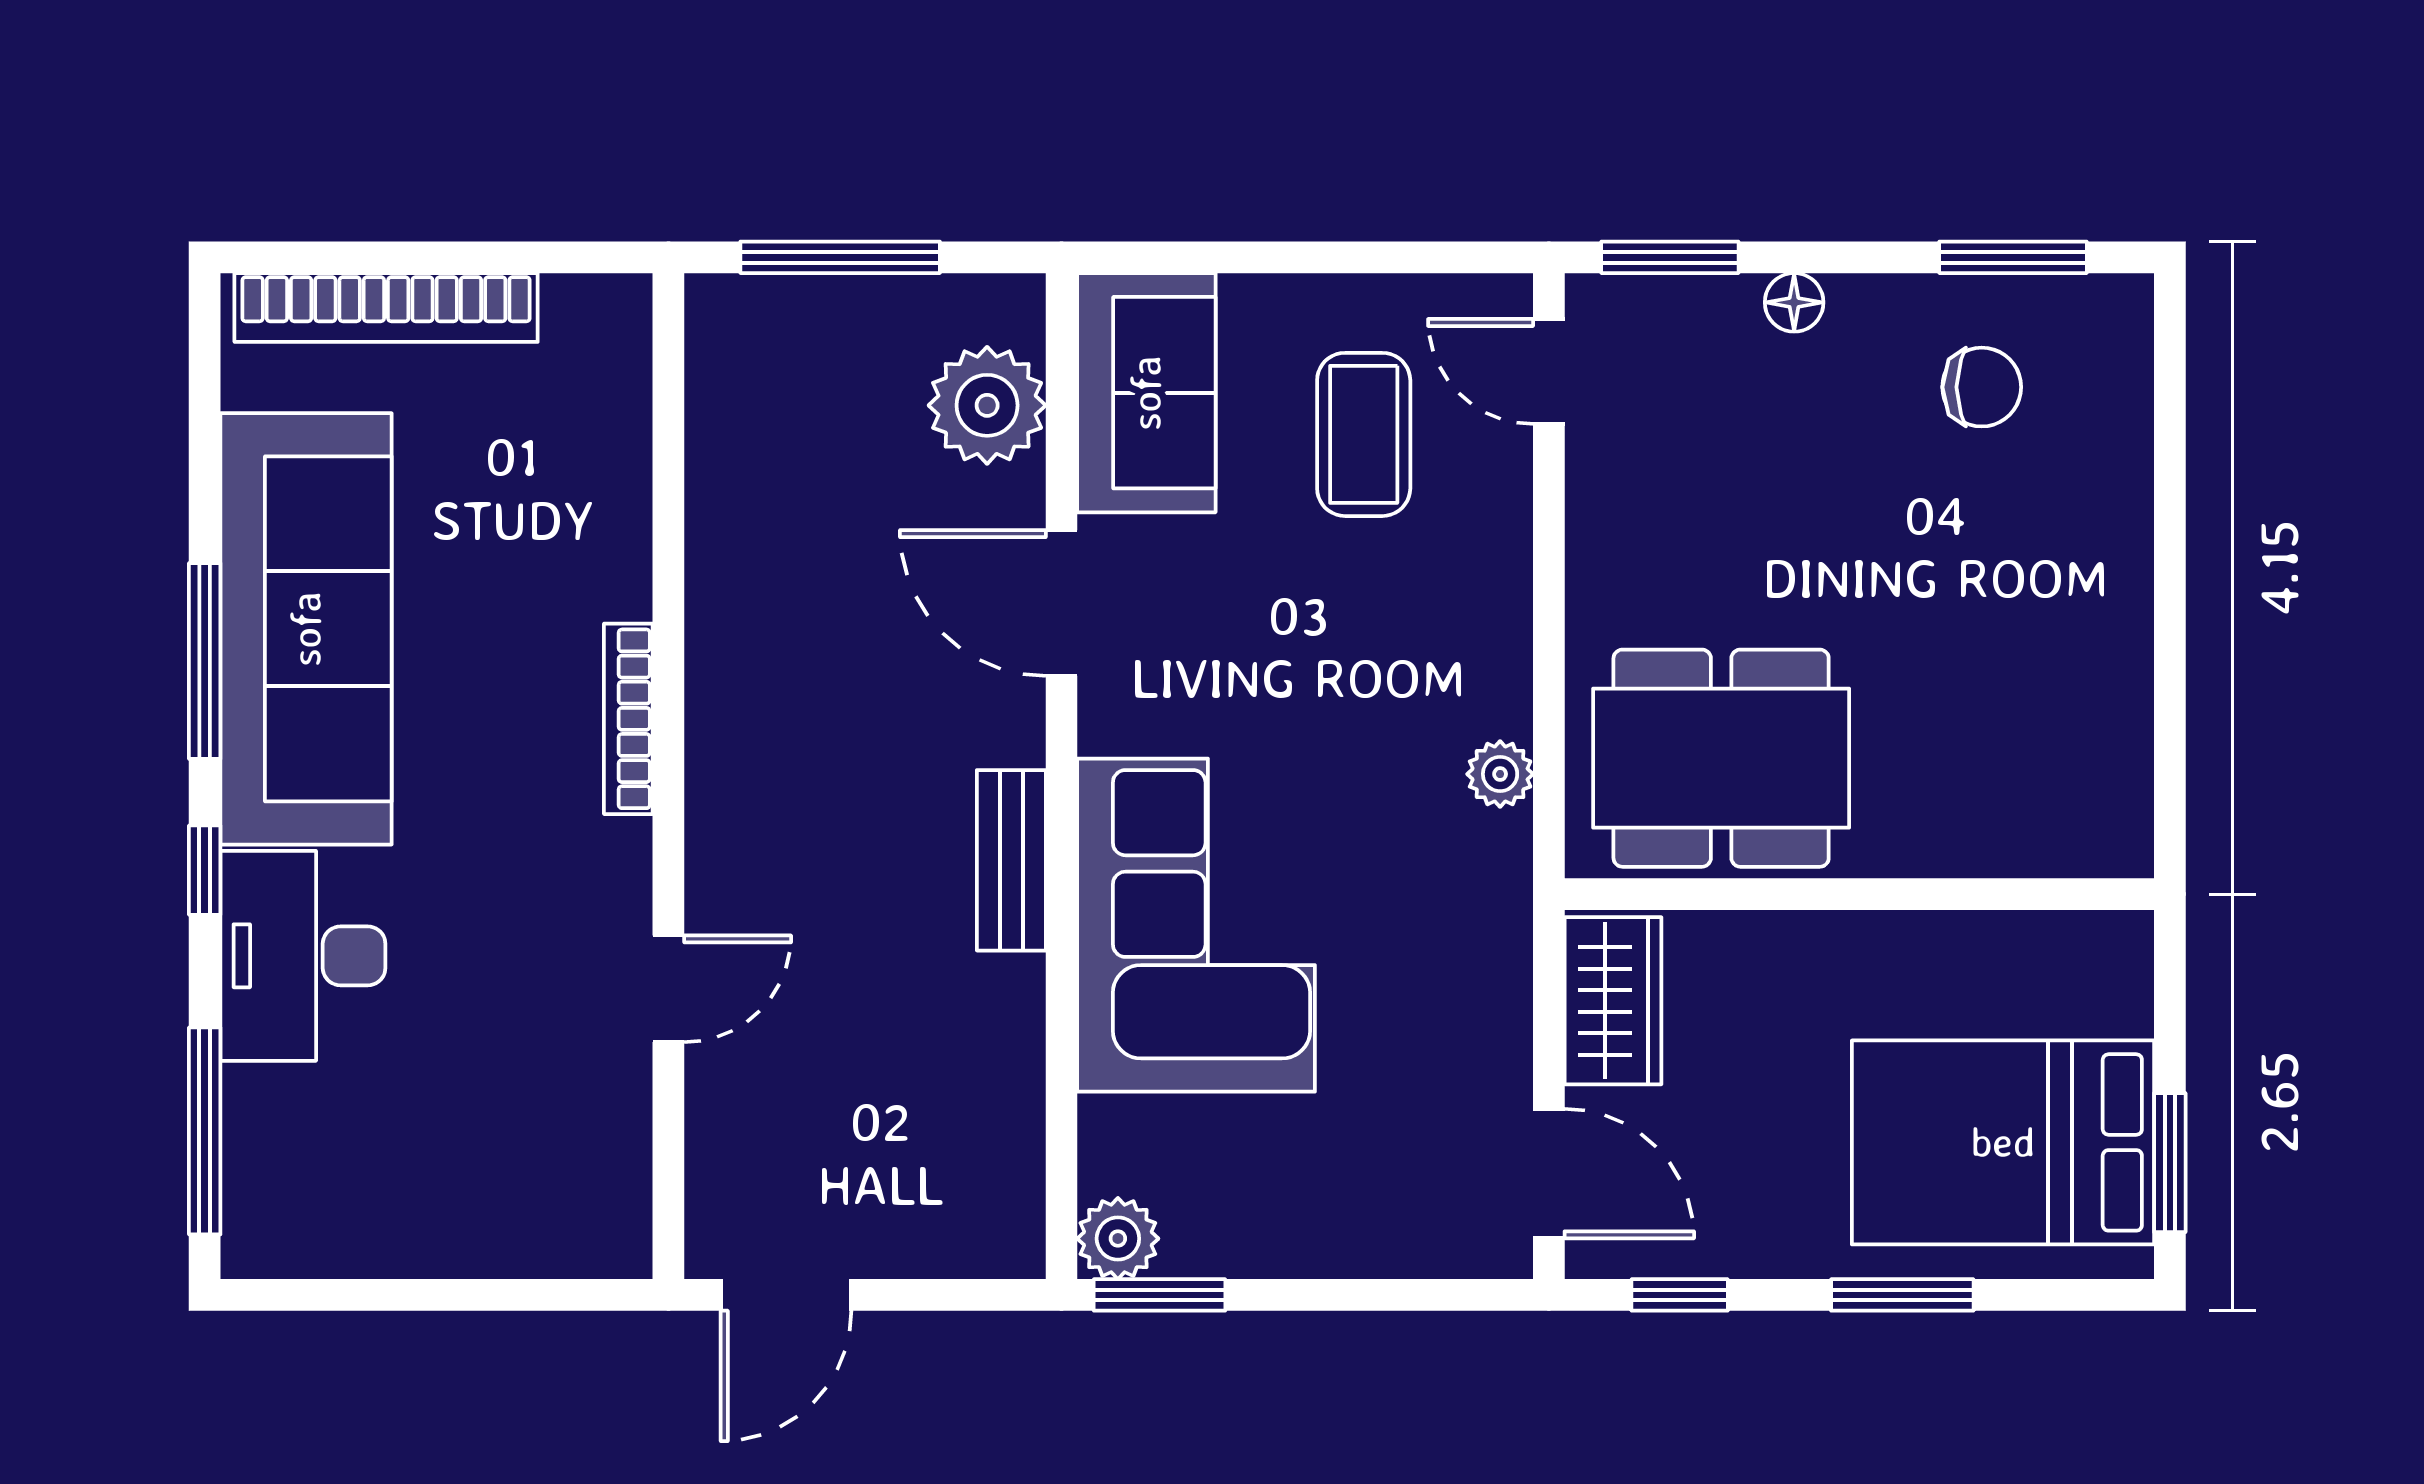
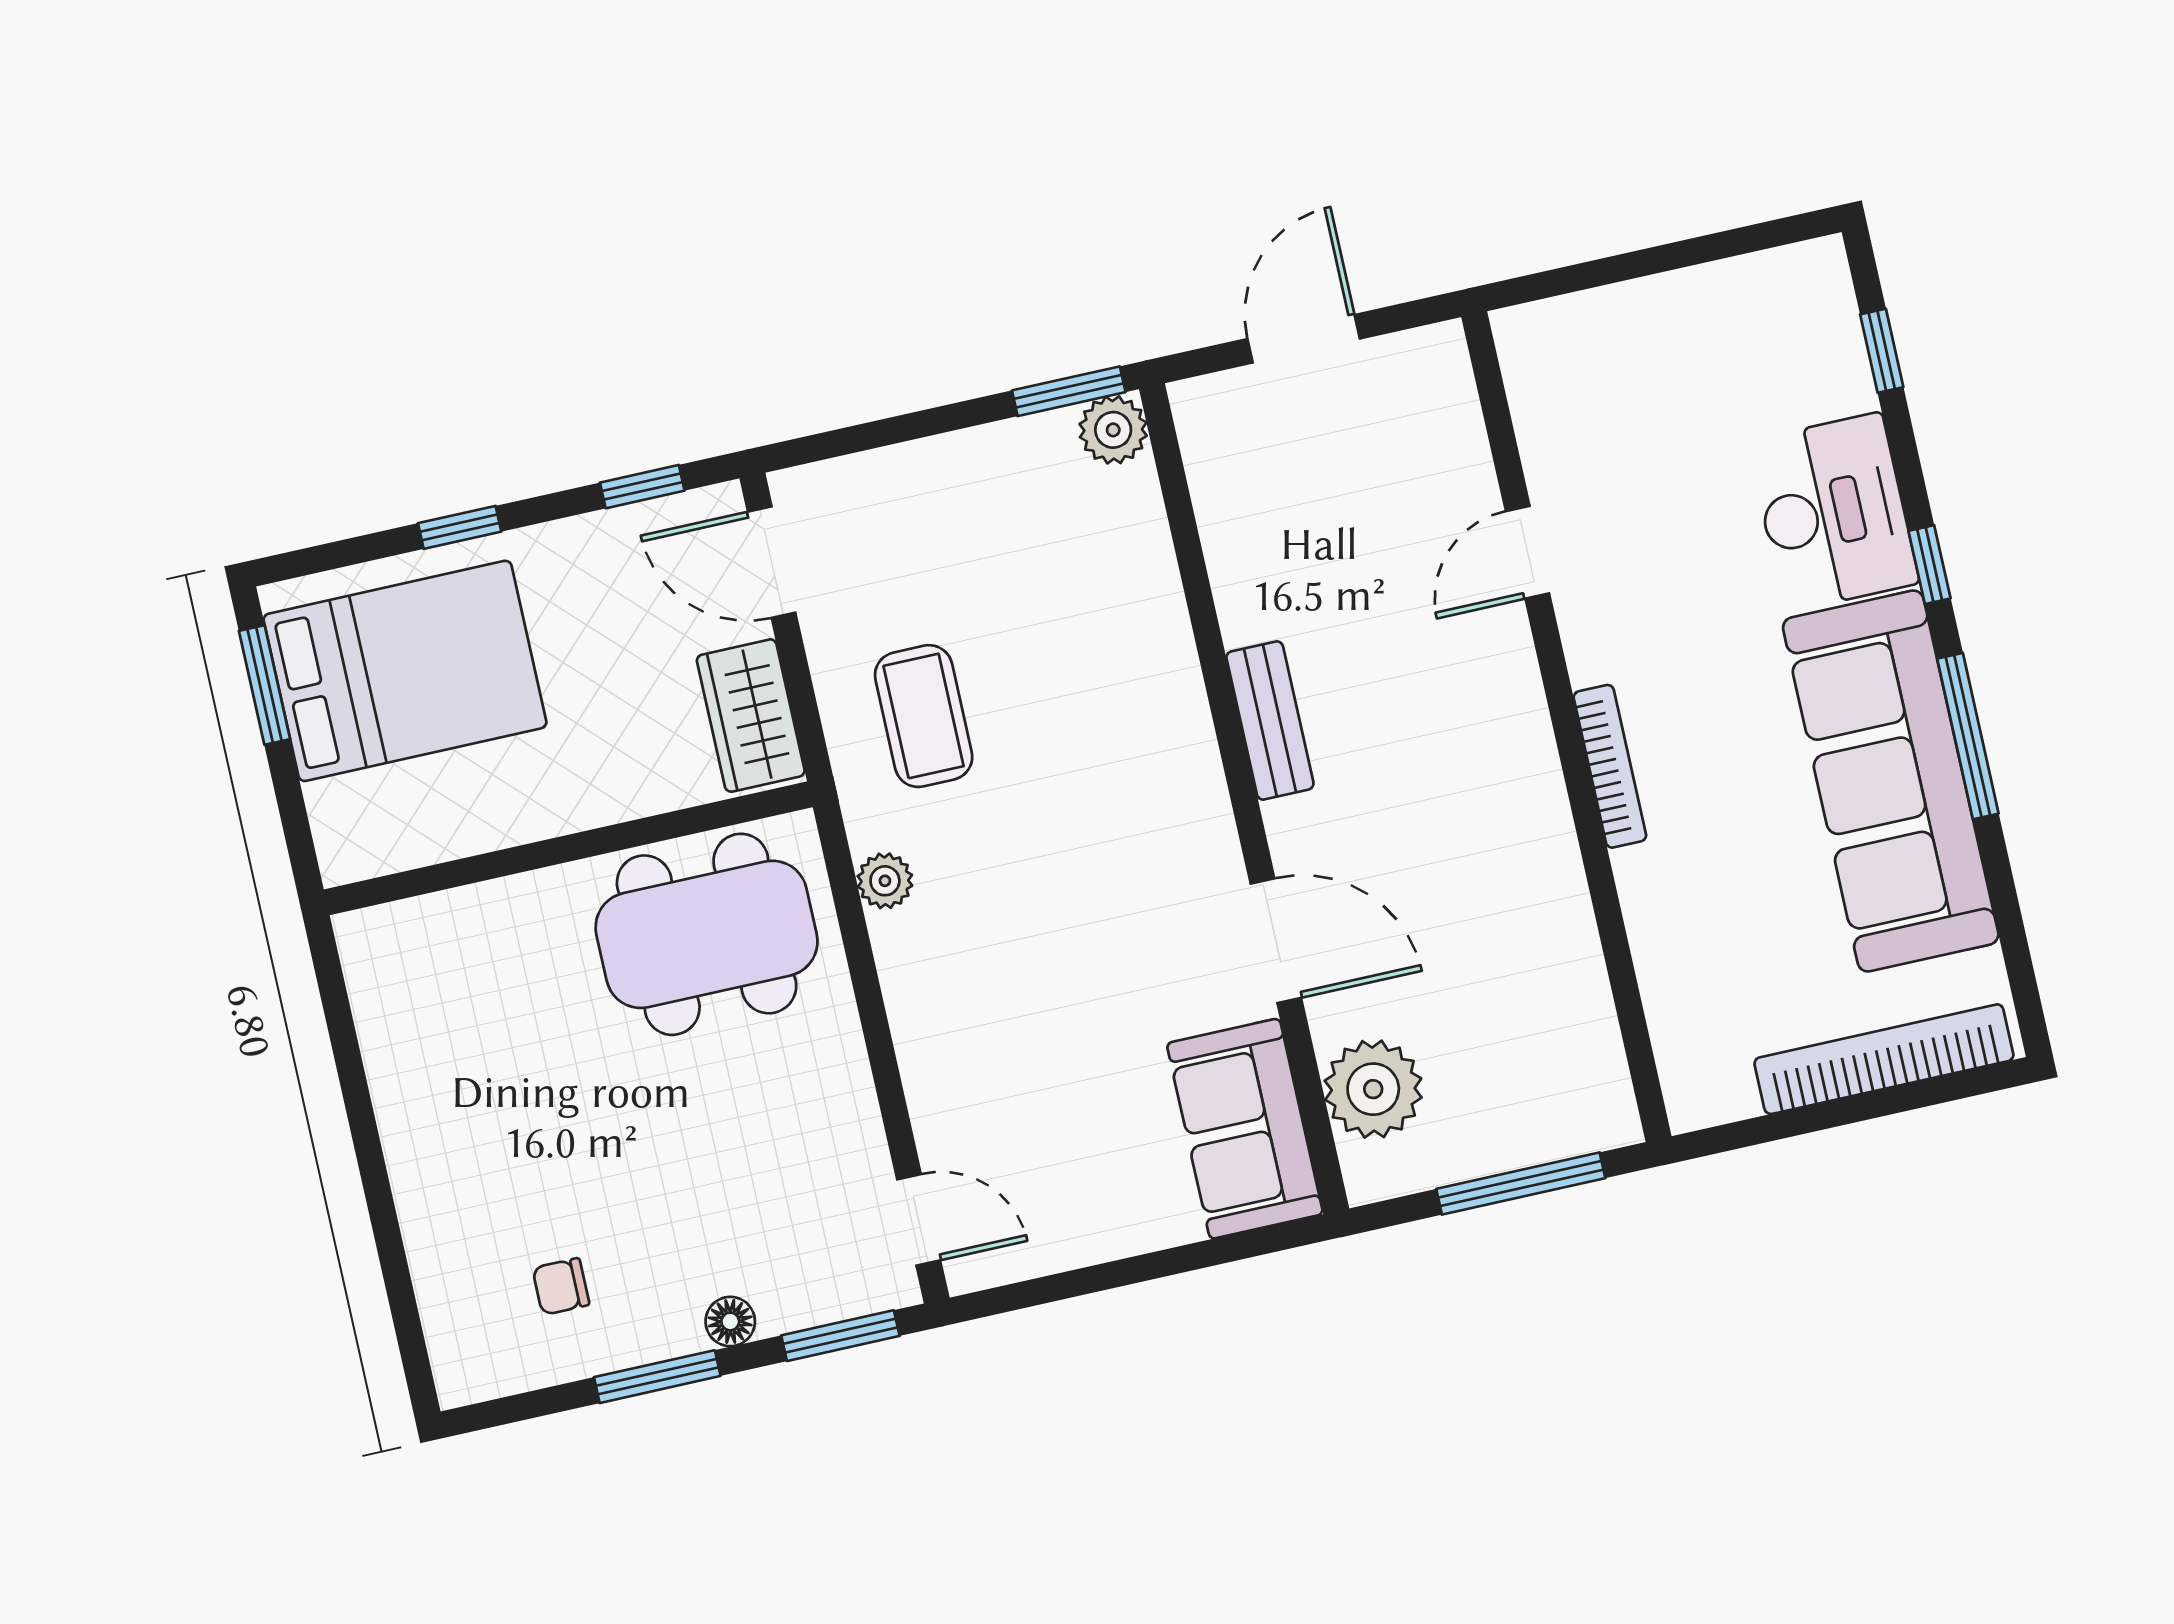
window: (2013, 257) -> (657, 1377), moved
chair: (1982, 387) -> (561, 1286), width x0.73, depth x0.73
coffee table: (1364, 434) -> (924, 716), moved
corner sofa: (1196, 925) -> (1107, 701), removed
window: (205, 1131) -> (1882, 351), width x0.46
door: (786, 1295) -> (1304, 339), moved
window: (1902, 1295) -> (460, 527), width x0.67

